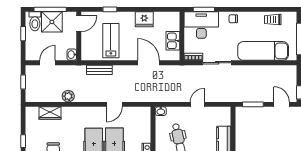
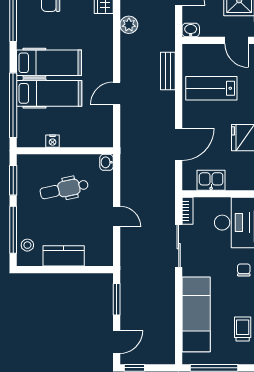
lab bench: (111, 41) -> (211, 88), turned 180
door: (114, 104) -> (117, 93), hinge flipped

